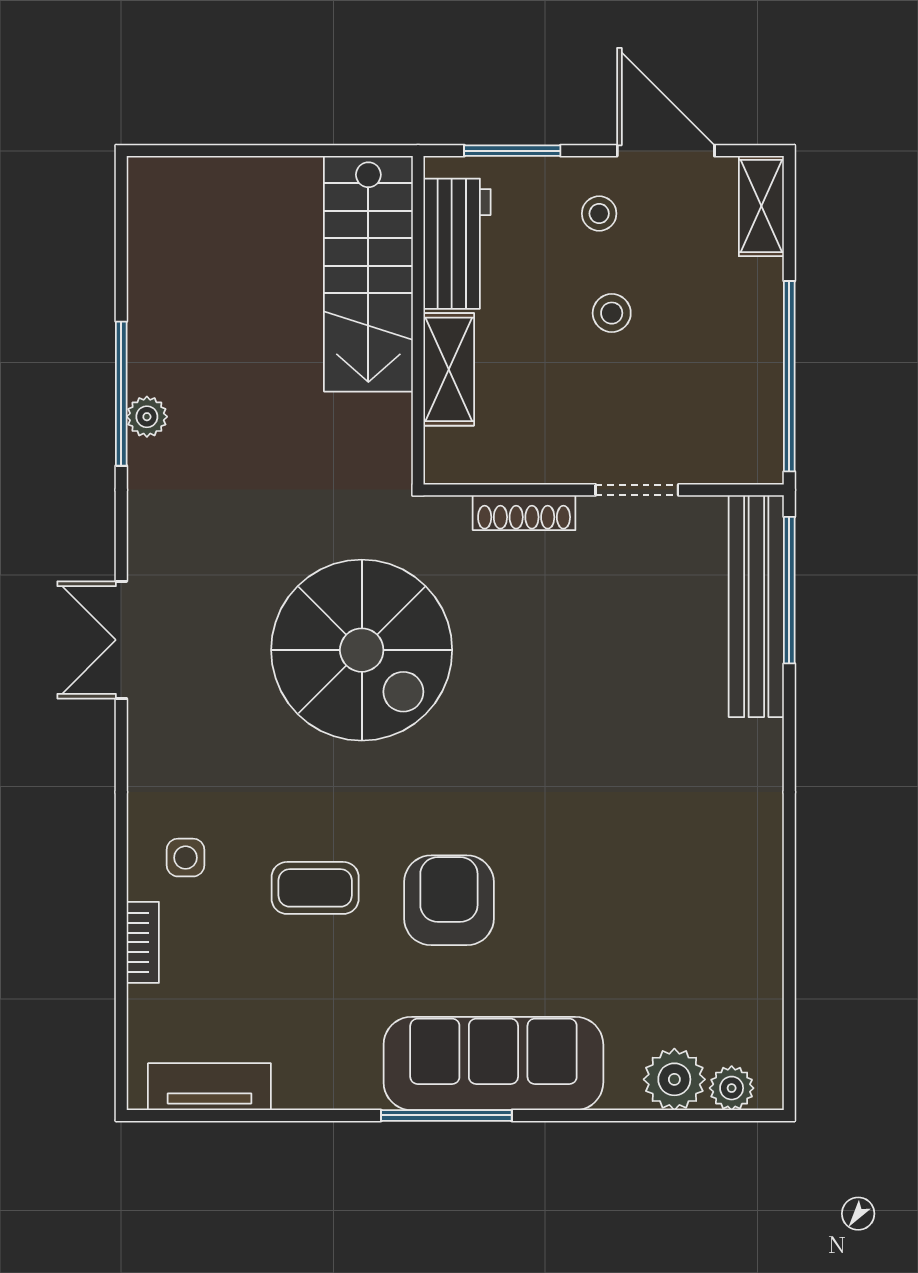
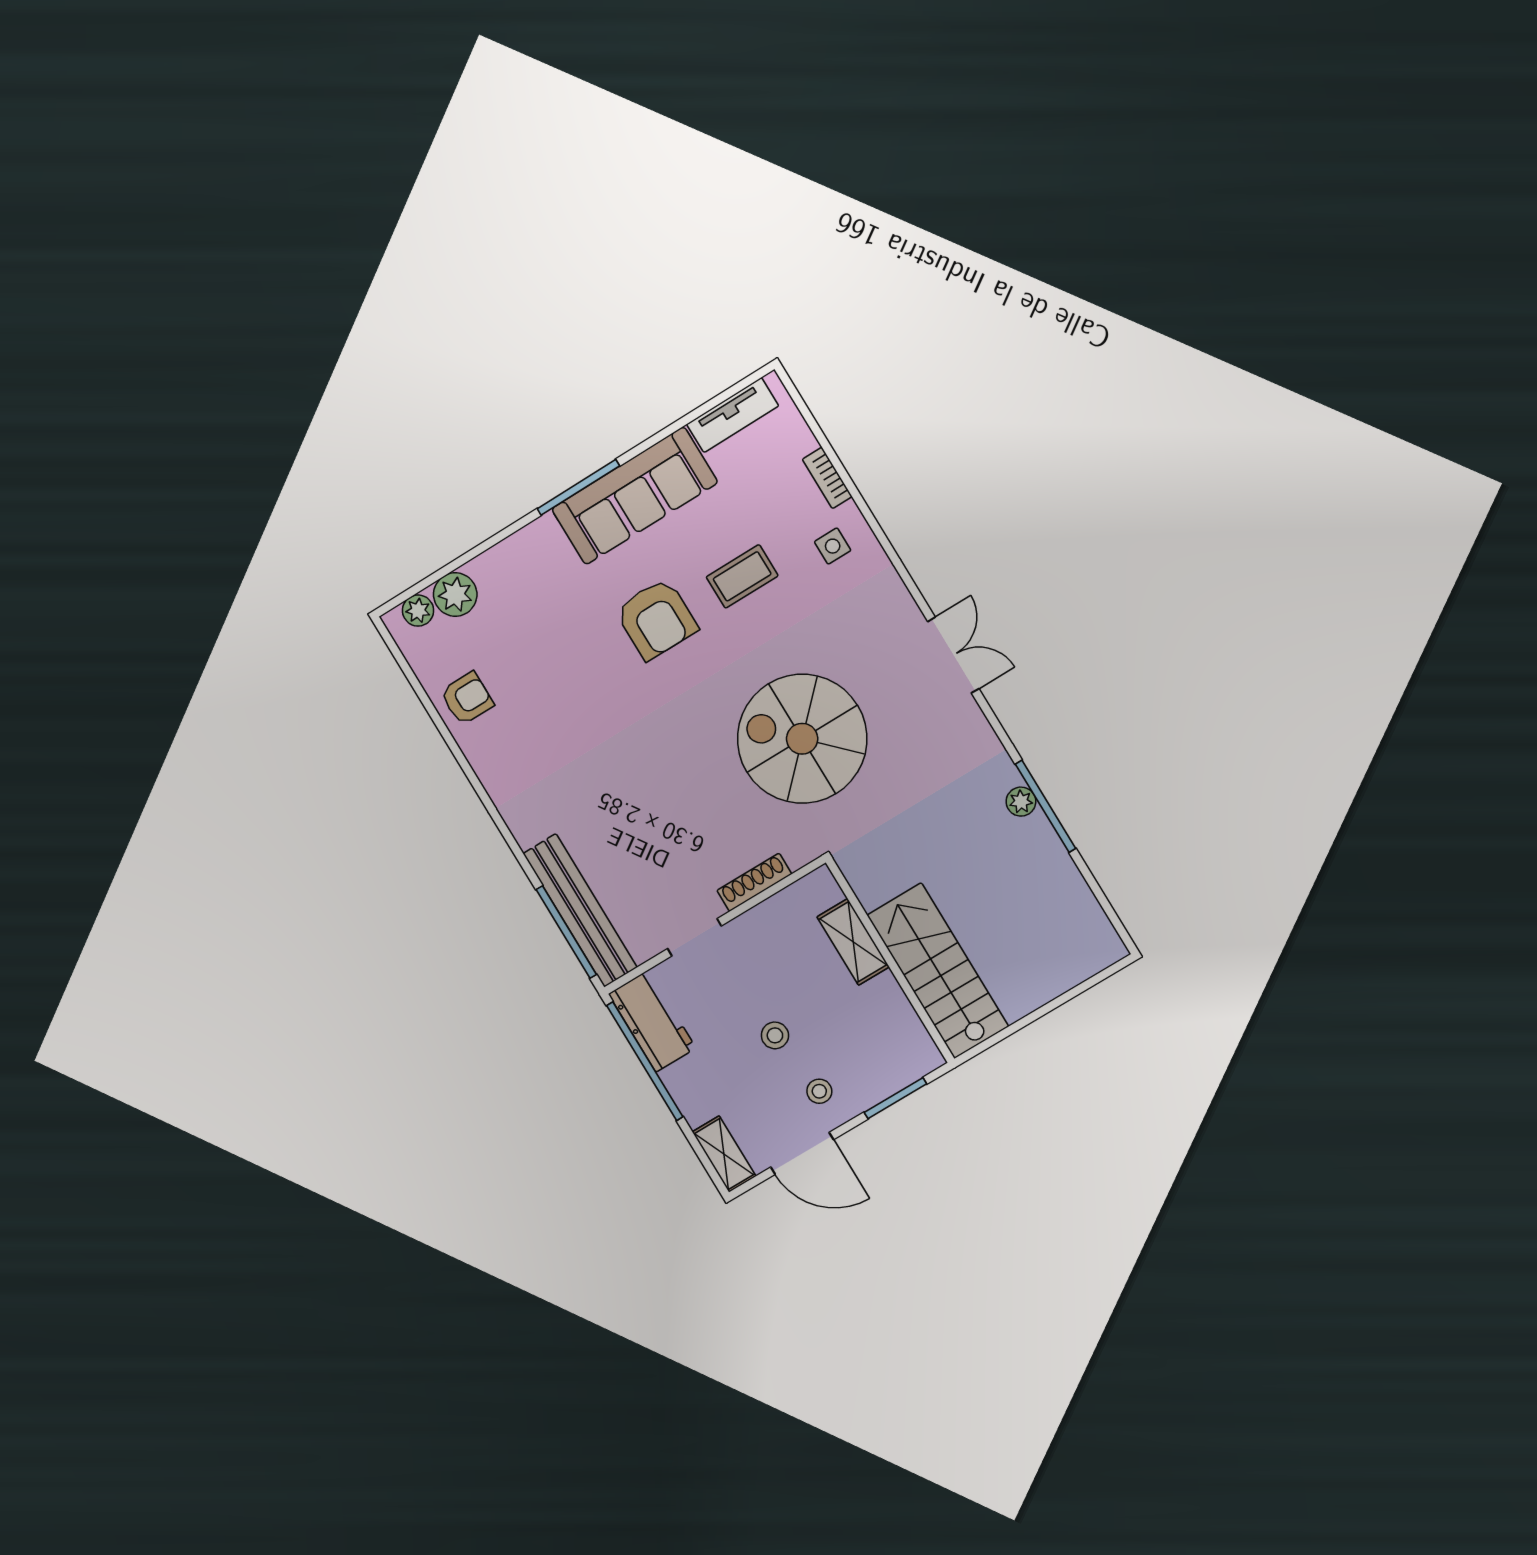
workbench: (457, 244) -> (652, 1021), moved, turned 180
armchair: (737, 946) -> (467, 698), added
sofa: (493, 1063) -> (635, 496), moved

